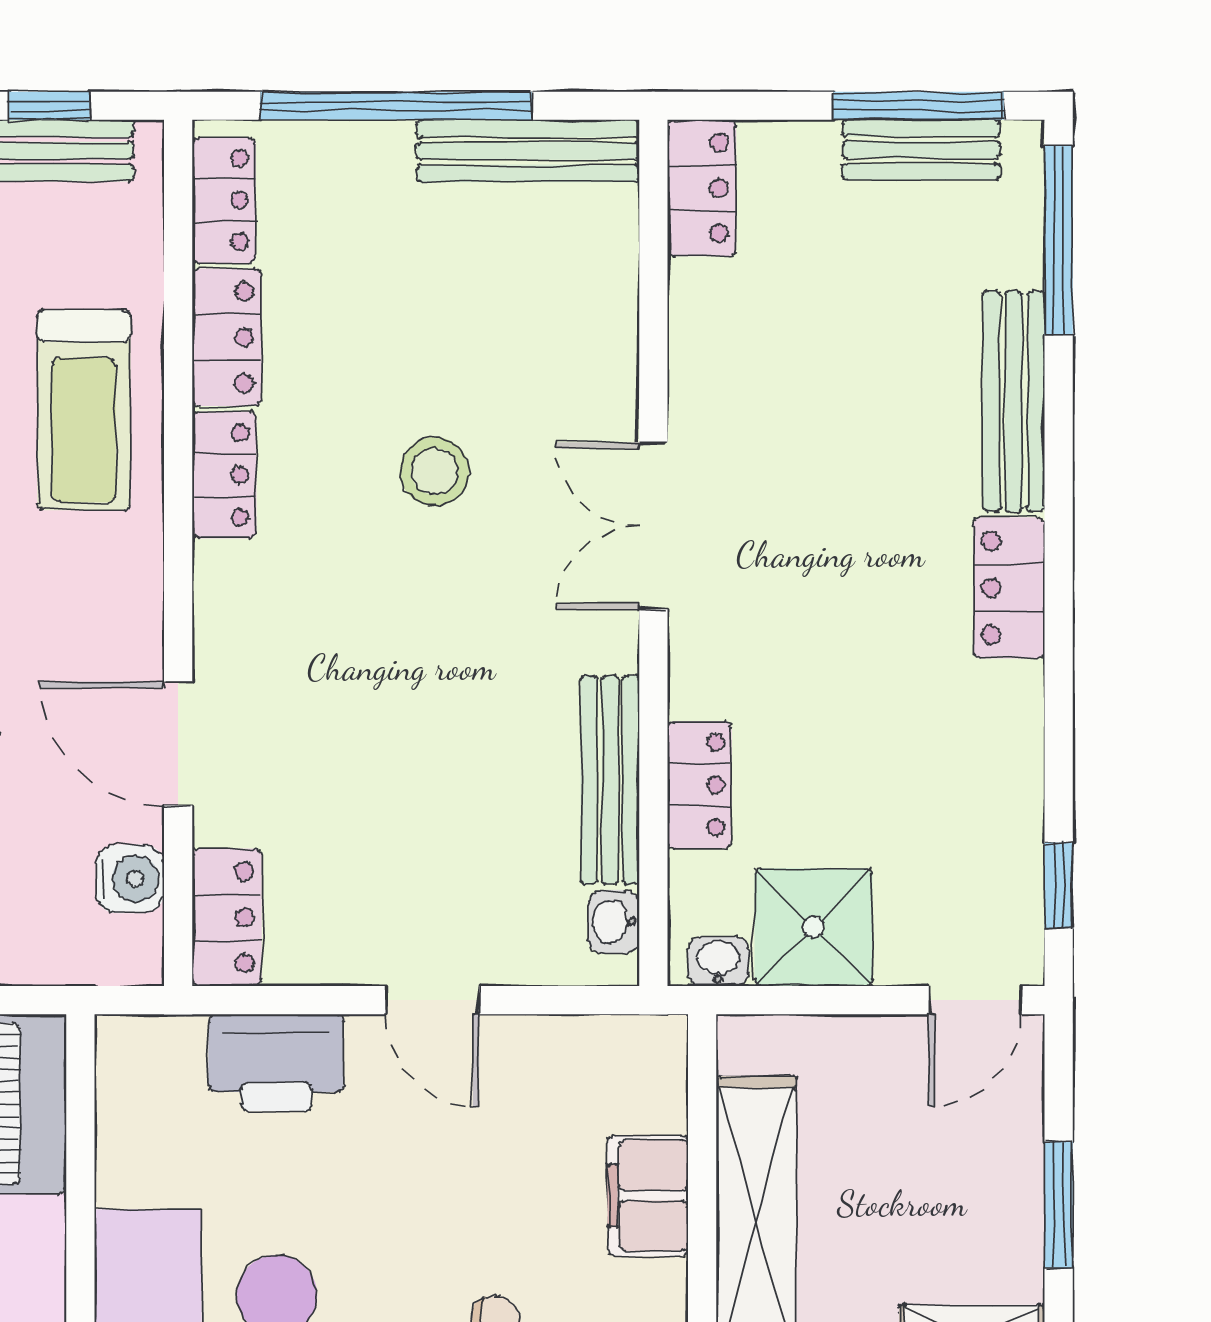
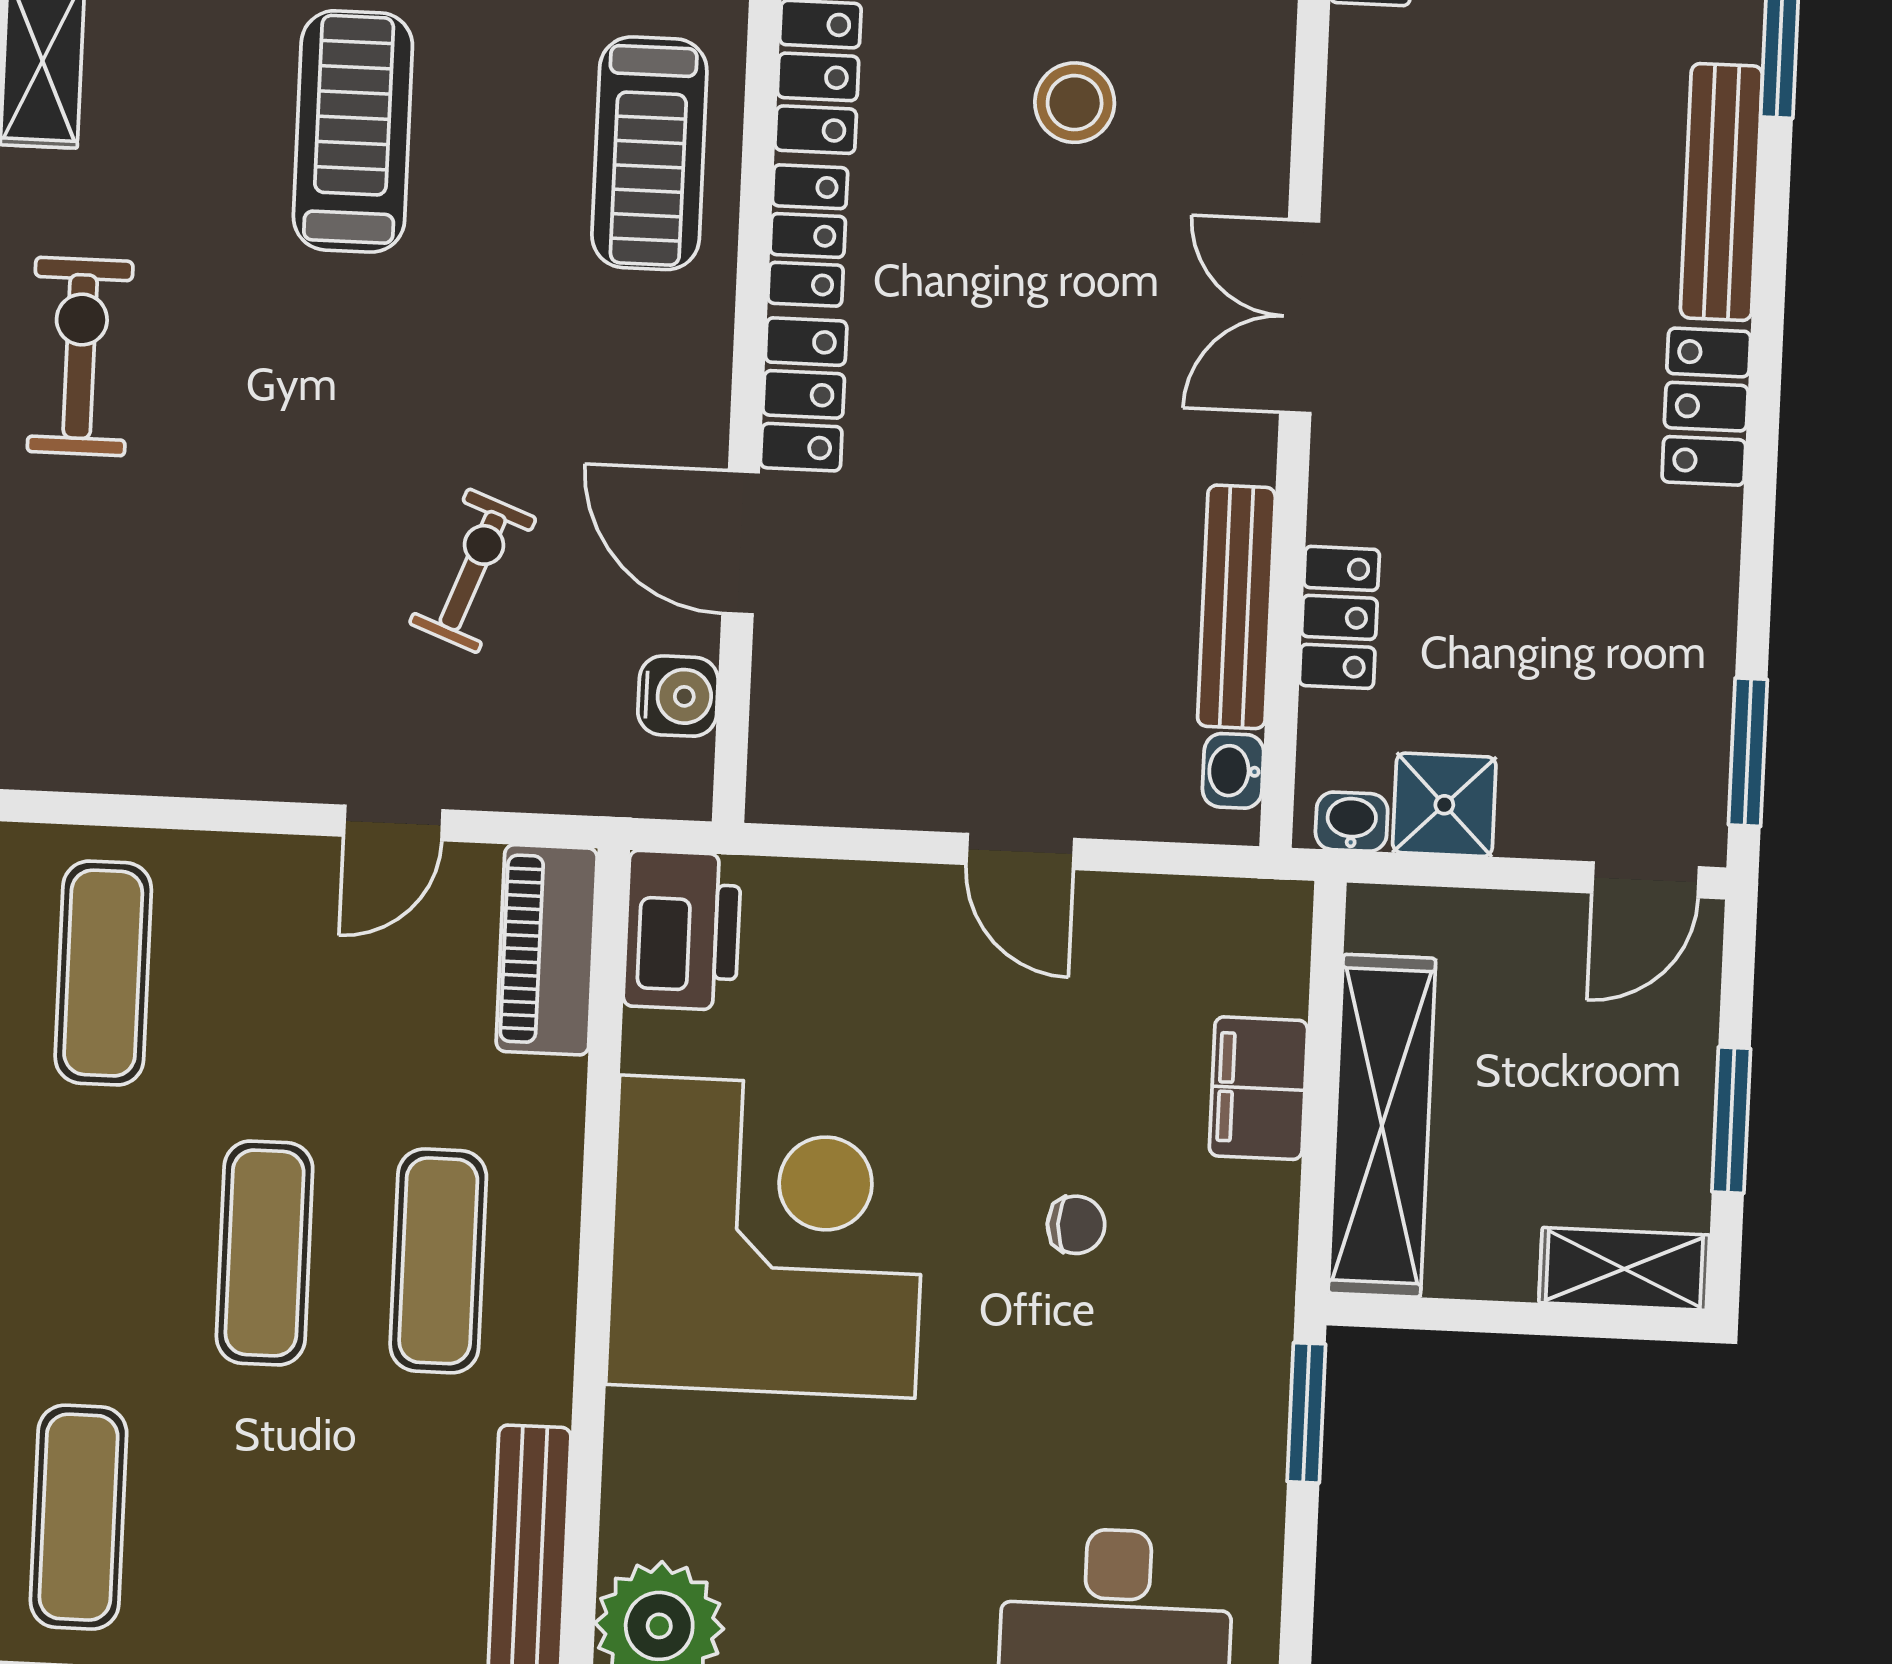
stool: (434, 471) -> (1075, 103), moved
window: (1059, 885) -> (1748, 752), width x1.50
locker: (227, 917) -> (804, 394), moved
shower: (814, 927) -> (1444, 805), width x0.73, depth x0.73
printer: (276, 1063) -> (682, 930), moved, turned -90

